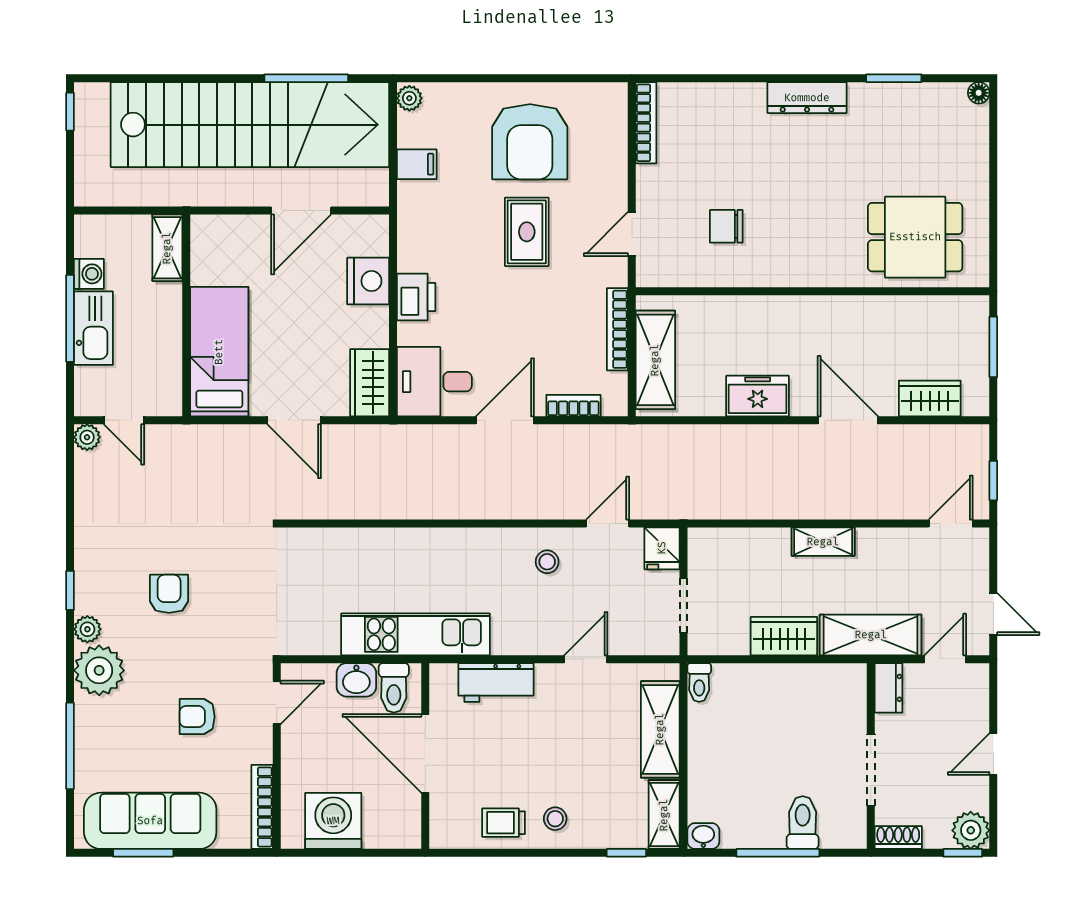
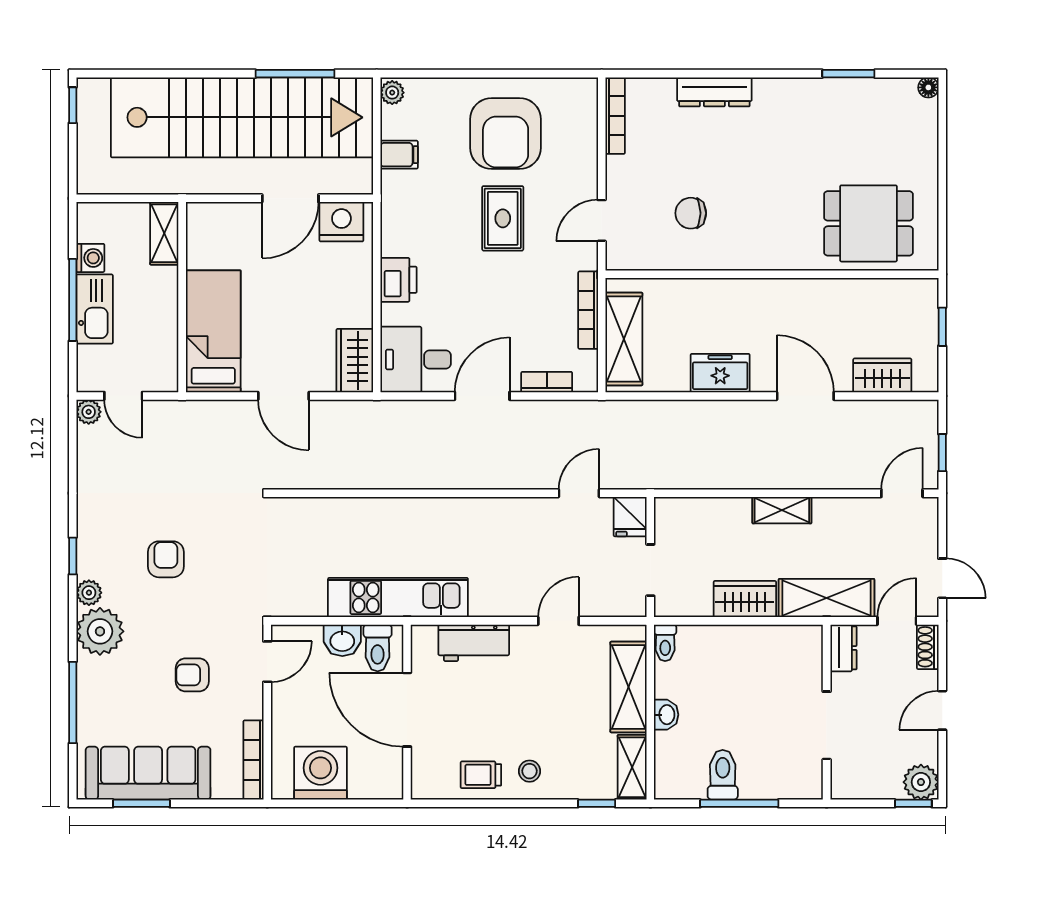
dresser: (807, 98) -> (714, 92), moved
nightstand: (368, 281) -> (341, 222), moved, turned -90
window: (993, 347) -> (942, 327), width x0.67
stool: (547, 562) -> (522, 529), removed
toilet: (803, 823) -> (723, 775), moved
washbasin: (703, 836) -> (666, 715), moved, turned 90
shoe rack: (898, 838) -> (928, 647), moved, turned -90

